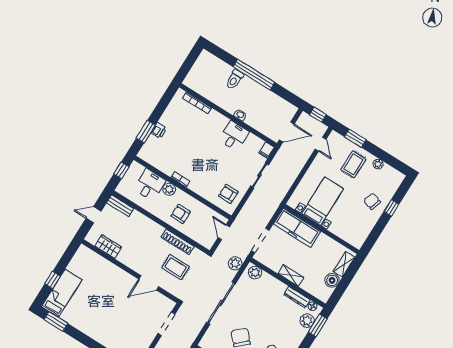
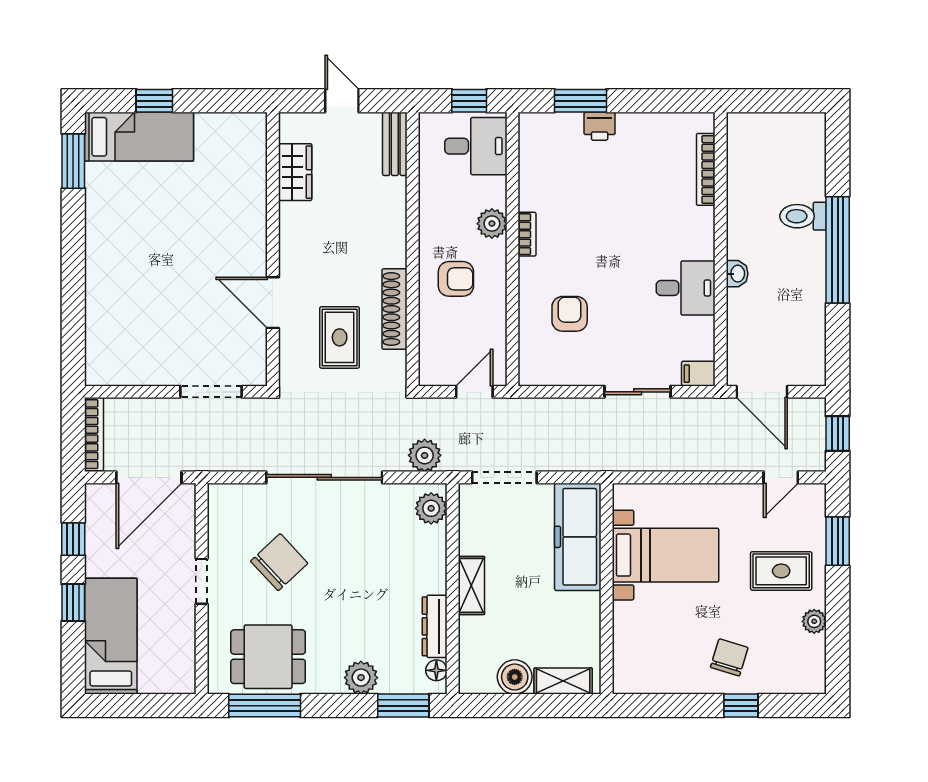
desk: (150, 185) -> (476, 146), moved
armchair: (228, 194) -> (570, 314), moved
armchair: (181, 214) -> (456, 279), turned 90
plant: (307, 321) -> (361, 678), moved

